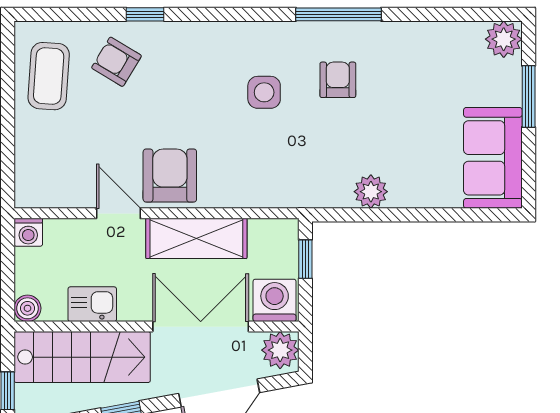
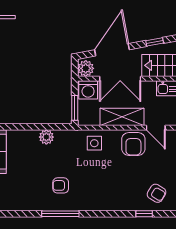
armchair: (338, 80) -> (61, 185), turned 90
side table: (264, 92) -> (94, 143), moved
window: (305, 259) -> (75, 108), width x1.50

